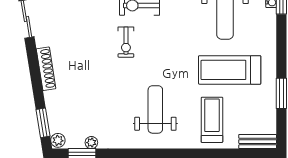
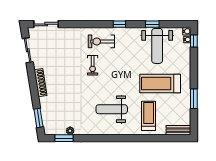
weight bench: (155, 109) -> (112, 109), turned -90
plant: (58, 140) -> (48, 129), removed

